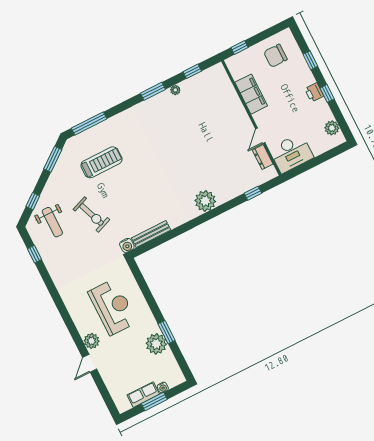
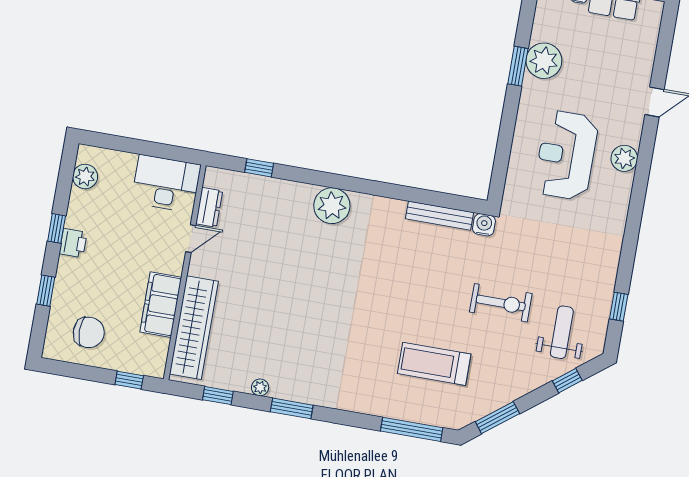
wardrobe: (227, 95) -> (194, 328), added
exercise bike: (91, 214) -> (501, 303), turned 111
plant: (92, 341) -> (624, 158), moved

